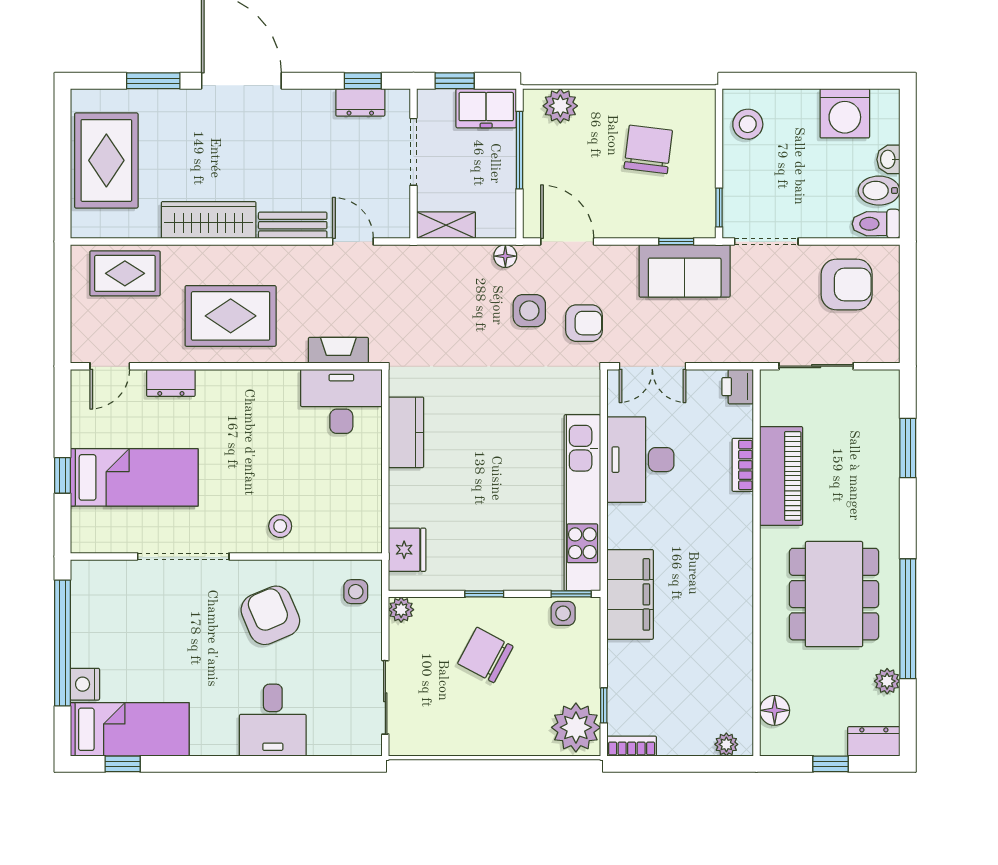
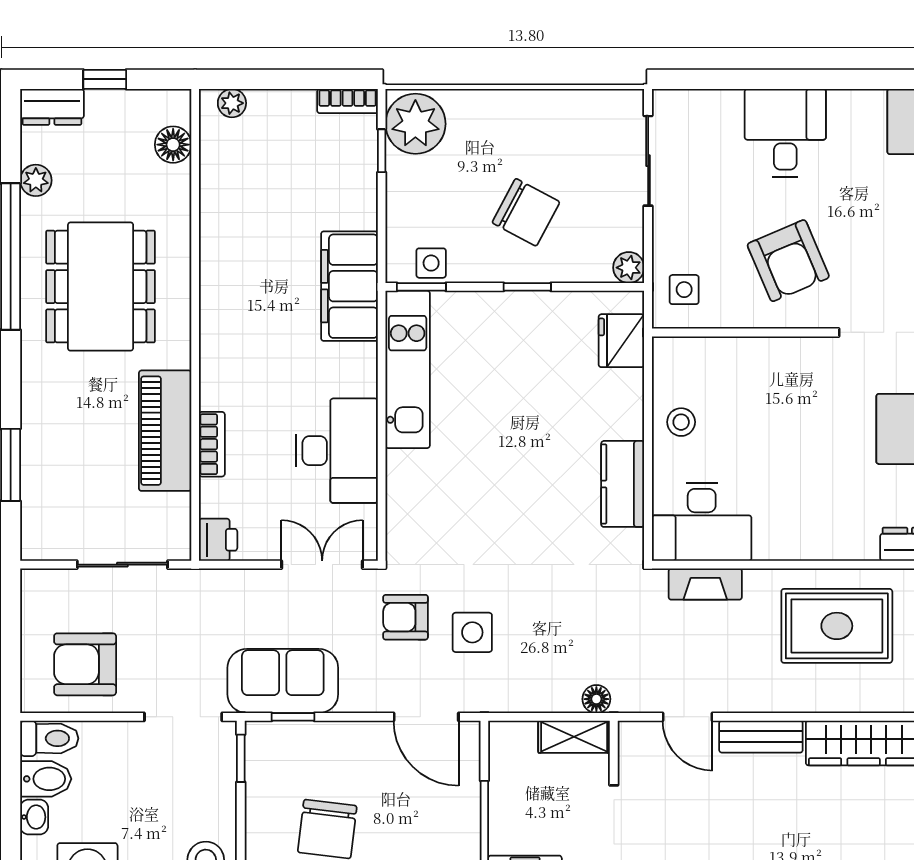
floor lamp: (505, 256) -> (596, 699), moved
kitchen unit: (582, 503) -> (408, 369), width x0.73
stool: (280, 526) -> (681, 422), moved

